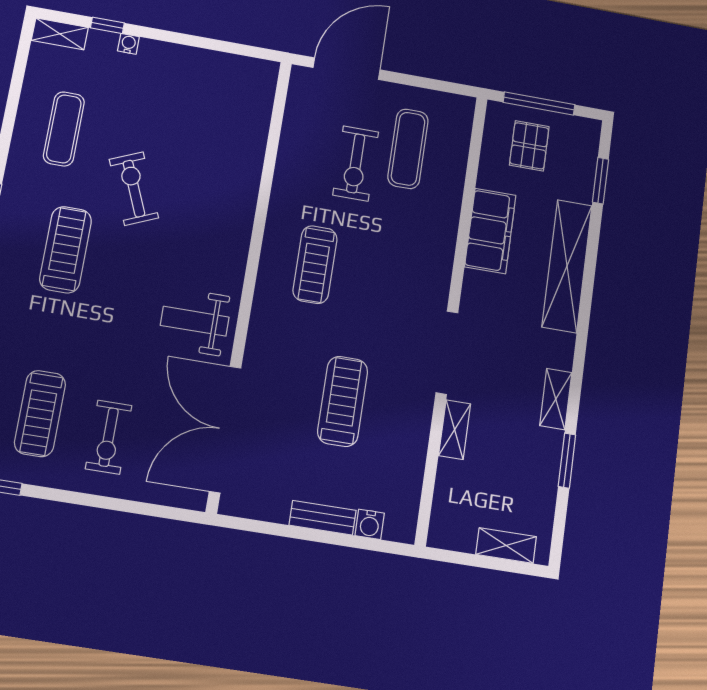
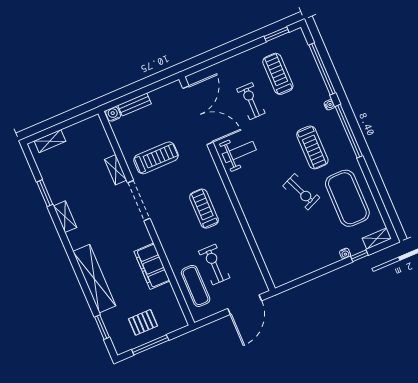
exercise mat: (64, 129) -> (347, 198), width x2.00, depth x1.45
pallet: (529, 146) -> (143, 322), turned 90
filing cabinet: (490, 231) -> (152, 266), moved
wall: (452, 315) -> (146, 218), moved
doorway: (447, 353) -> (139, 201), moved
treadmill: (343, 401) -> (156, 158), turned -90
shelving: (455, 430) -> (116, 170), moved
exercise bike: (109, 437) -> (251, 101), moved

